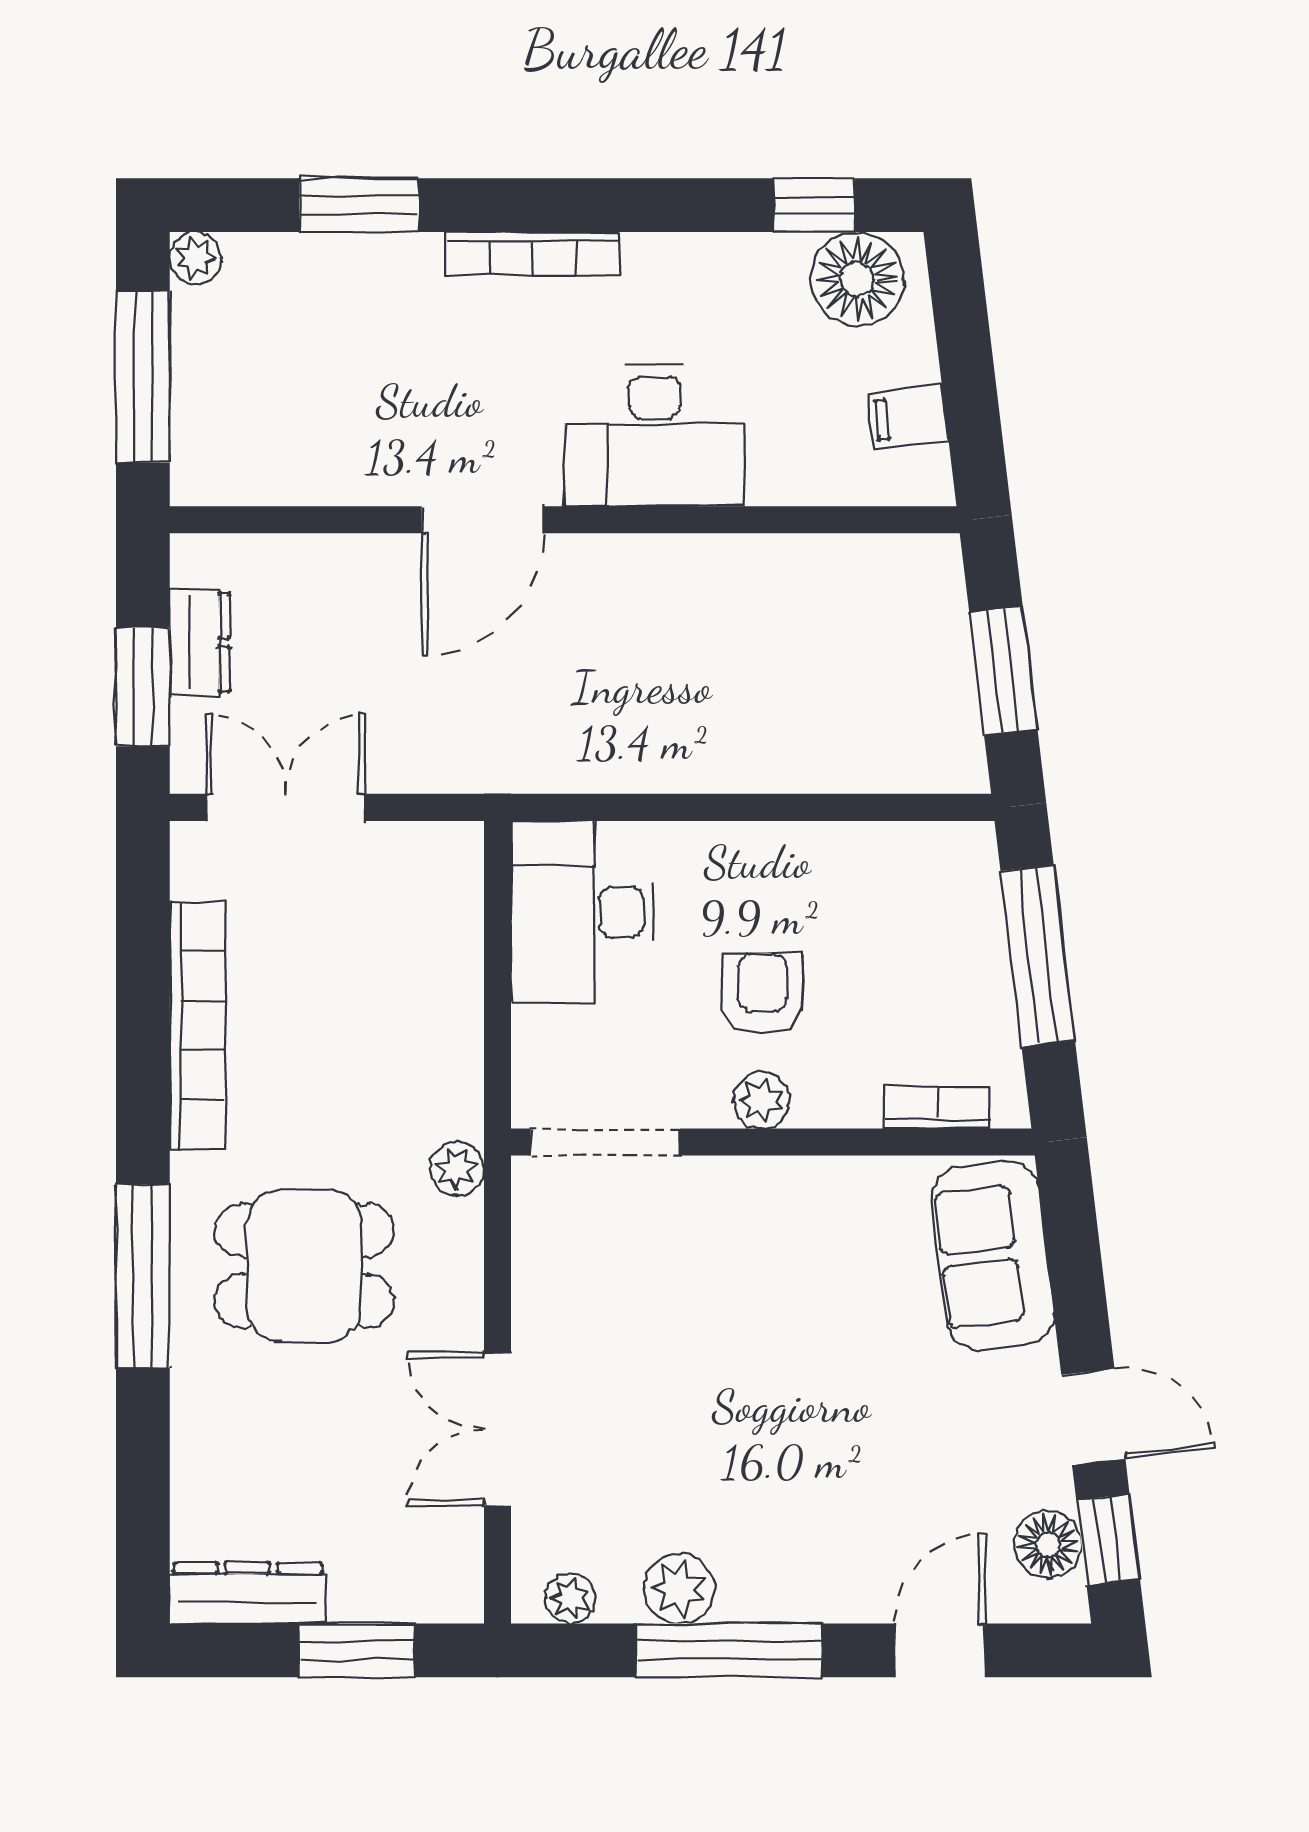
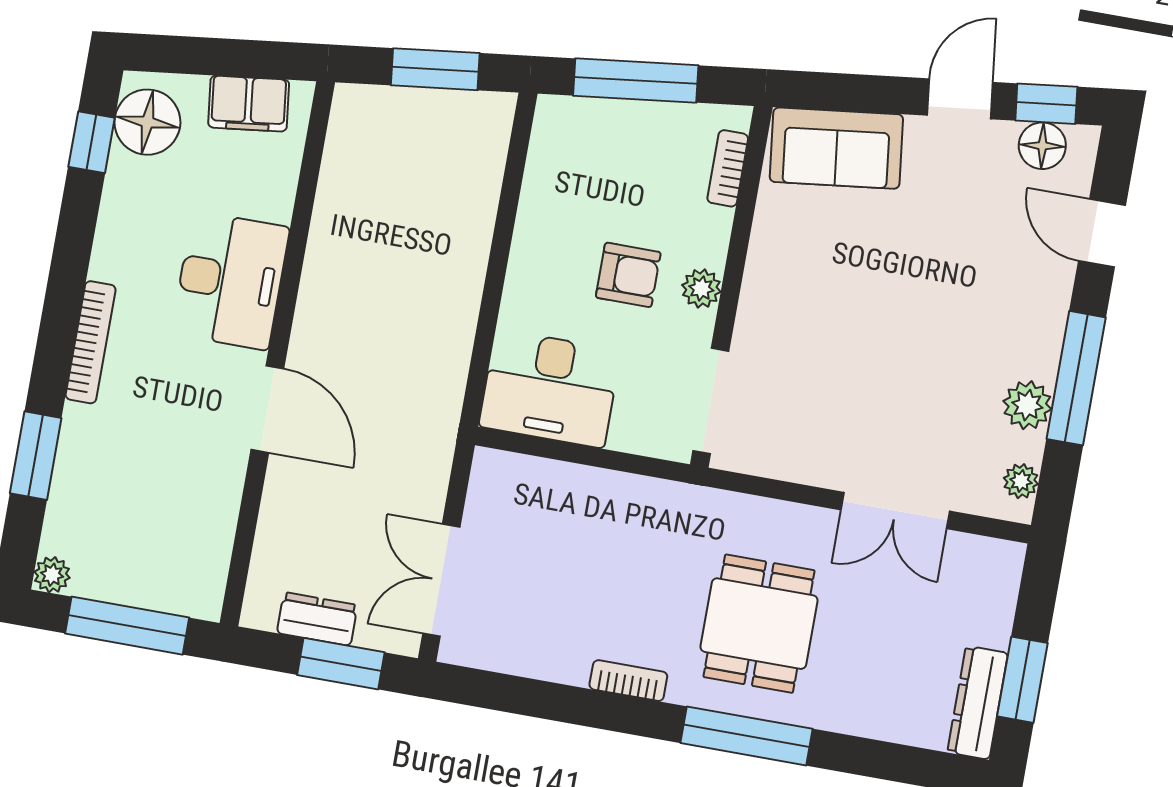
filing cabinet: (908, 417) -> (249, 104), width x2.00
armchair: (762, 994) -> (628, 275), turned 180
bookcase: (198, 1025) -> (628, 681), width x0.43, depth x0.76
plant: (457, 1169) -> (711, 506), removed
window: (357, 1650) -> (1022, 680), moved

